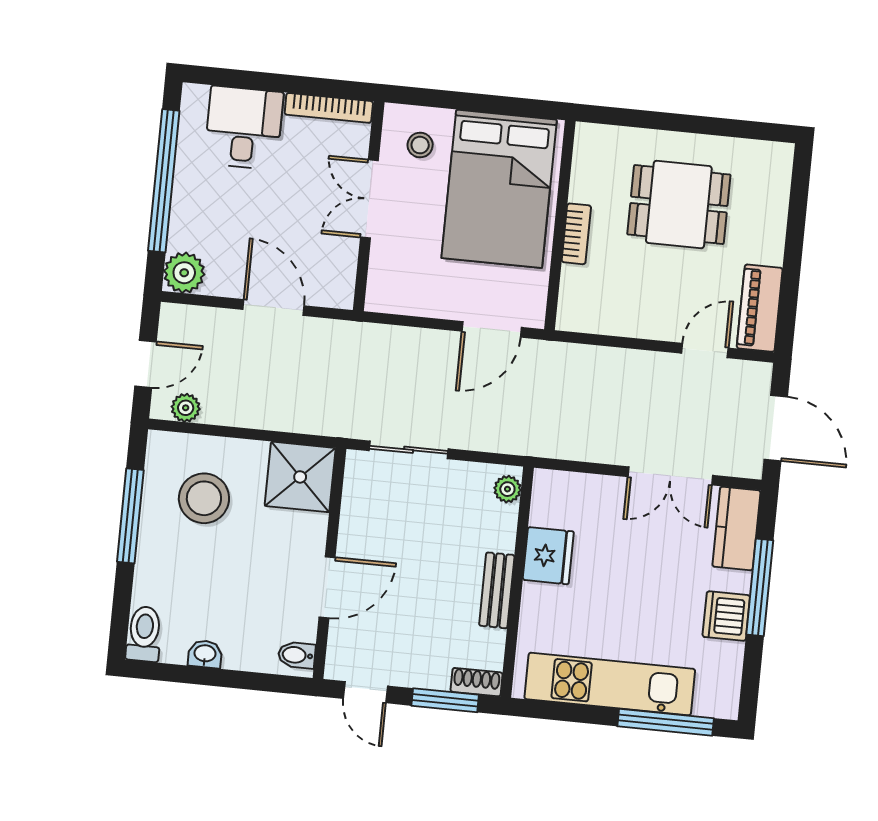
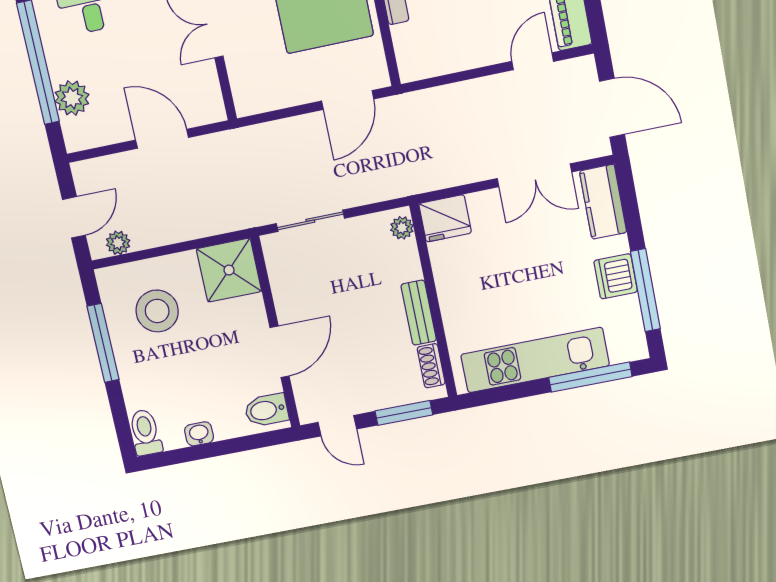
plant: (184, 273) -> (72, 98), moved
fridge: (548, 556) -> (445, 218), moved, turned 90
window: (760, 587) -> (645, 290), moved
bidet: (297, 655) -> (266, 410), width x1.38, depth x1.36
shoe rack: (477, 682) -> (431, 366), moved, turned -90

